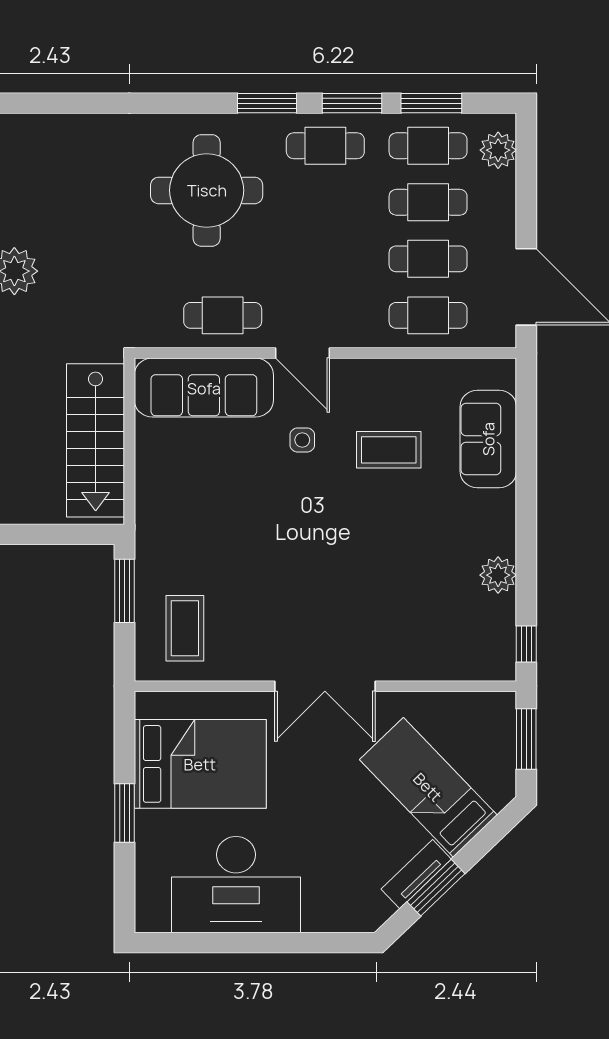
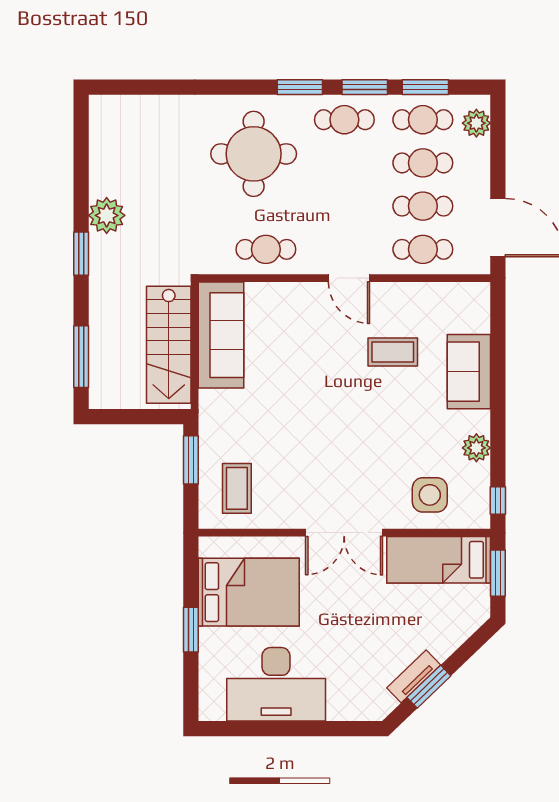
door: (303, 353) -> (349, 278), moved
sofa: (204, 388) -> (221, 335), moved, turned -90
sofa: (488, 439) -> (469, 372), moved
side table: (302, 440) -> (430, 495), moved, width x1.87, depth x1.87
bed: (428, 787) -> (439, 560), moved, turned -46

